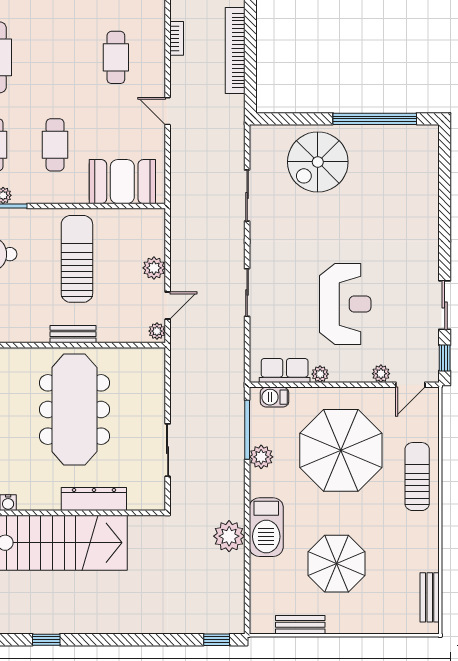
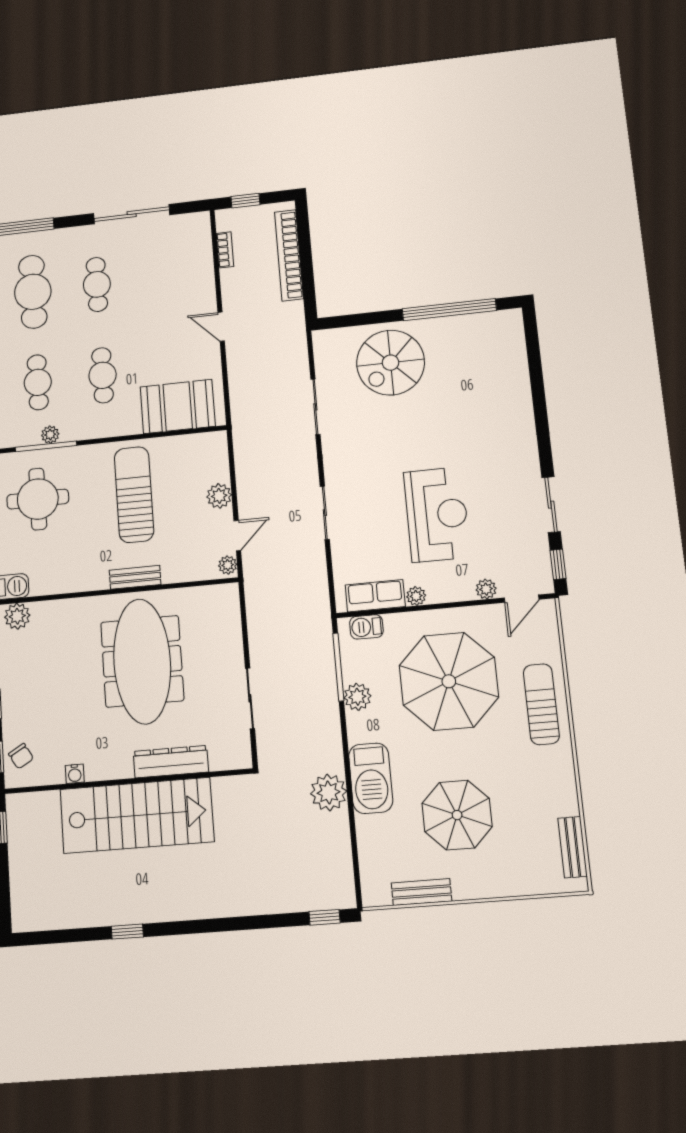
cafe table: (116, 57) -> (97, 284), moved

